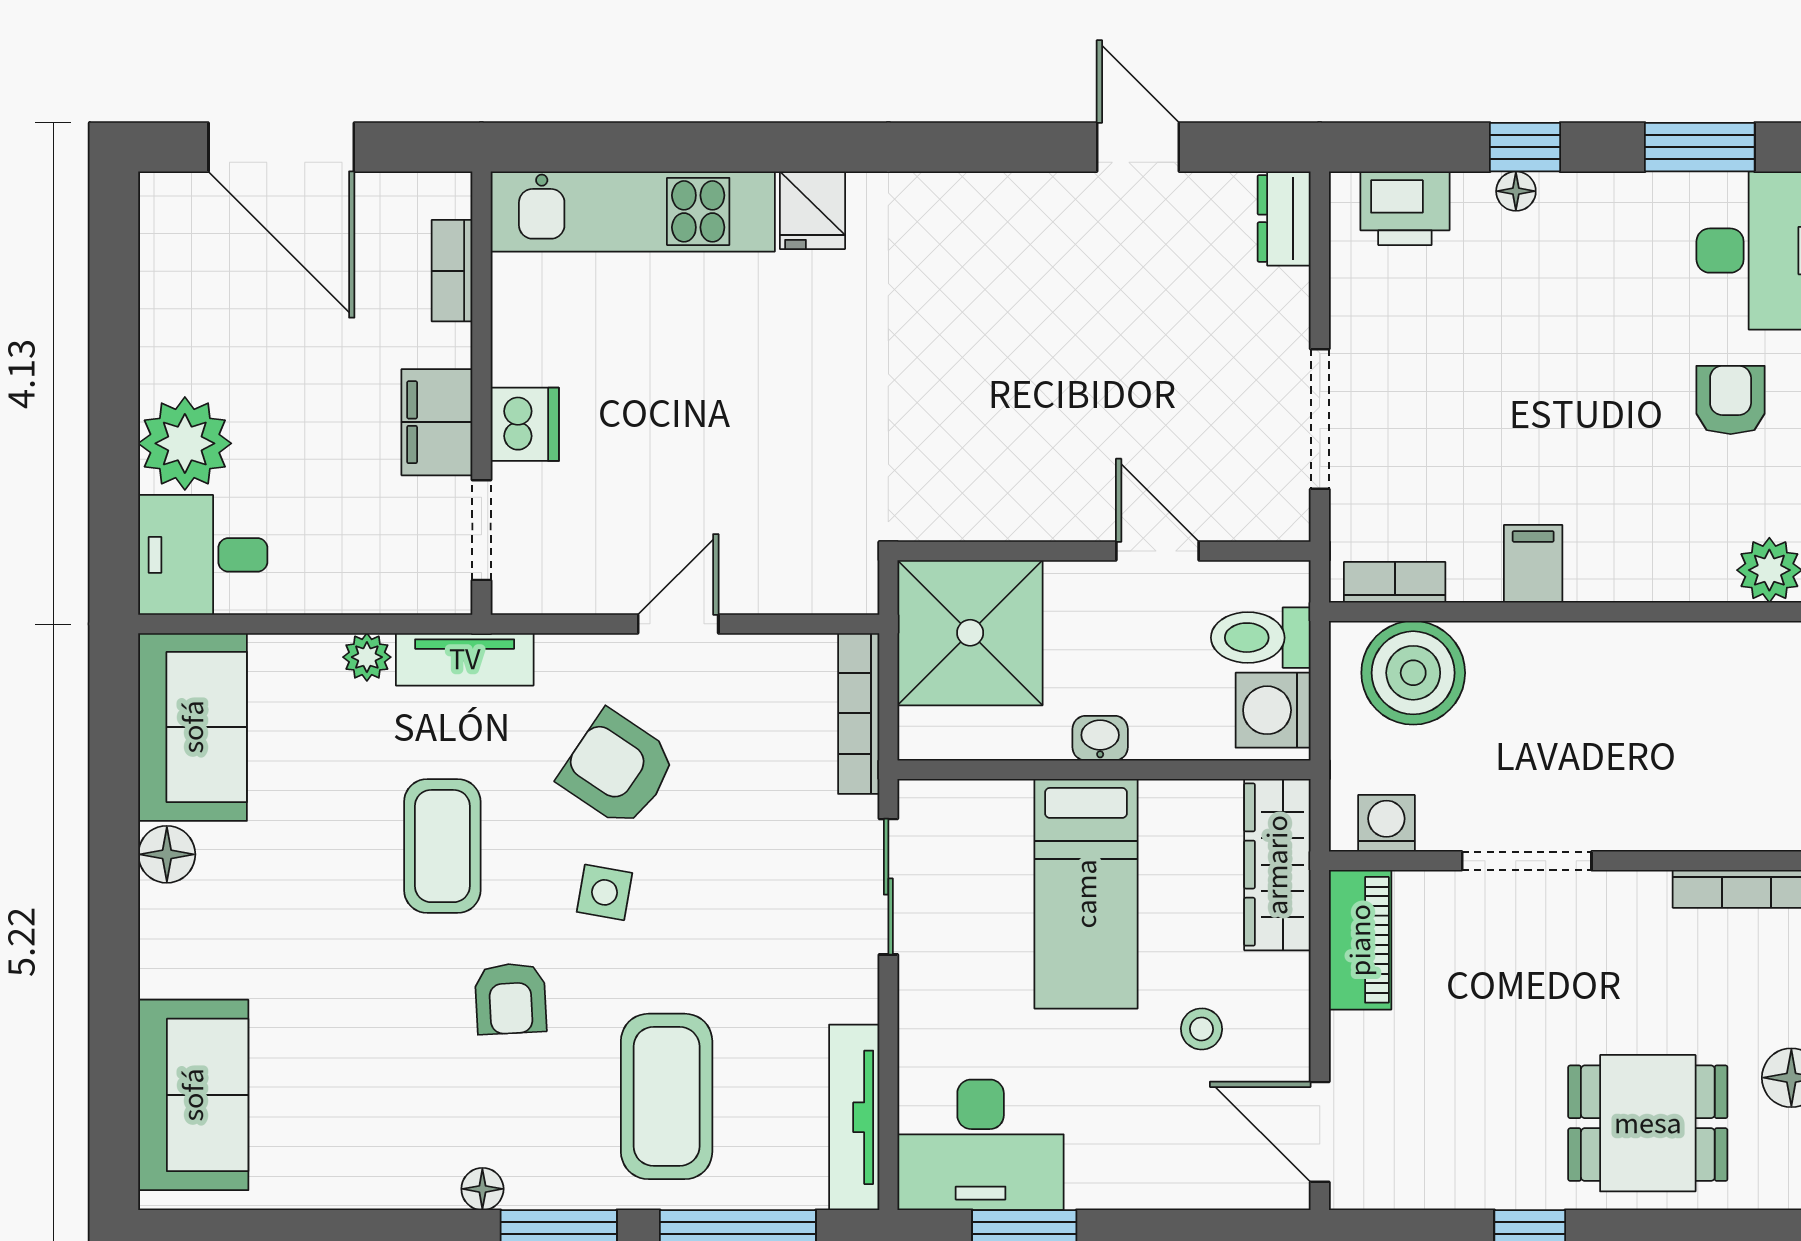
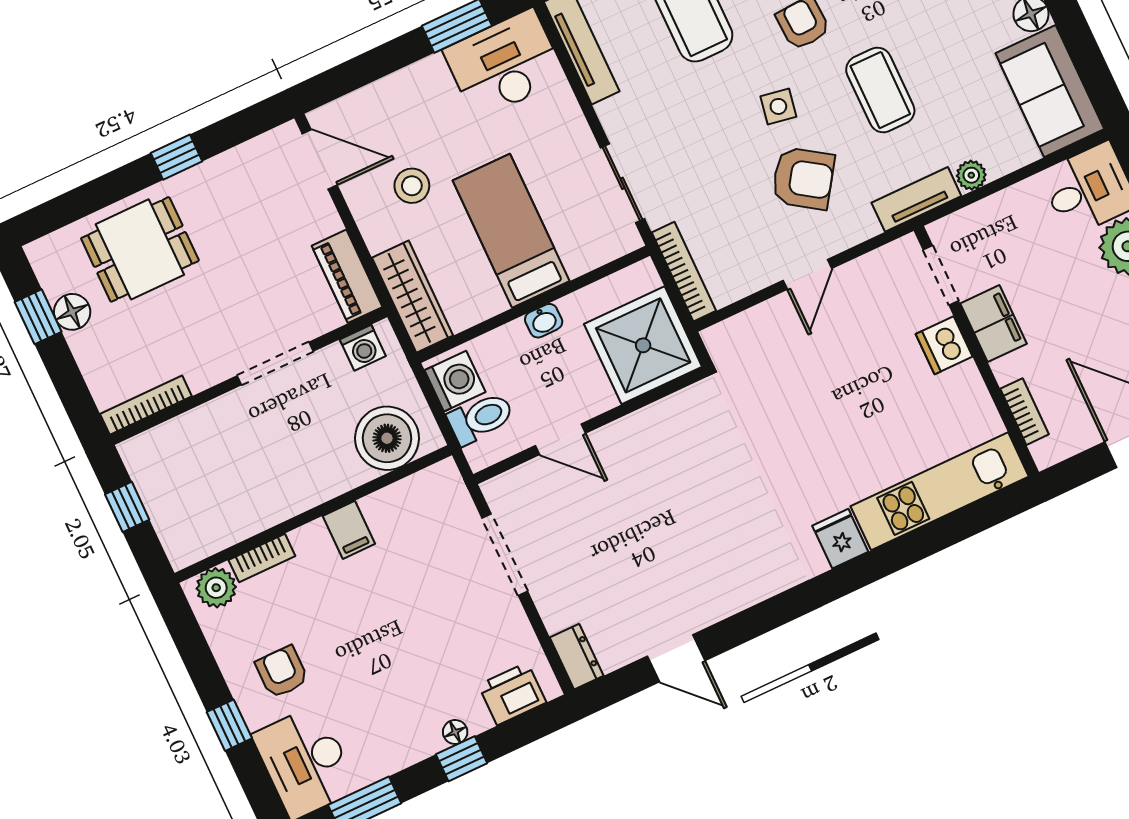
armchair: (1731, 400) -> (282, 672), turned 180
bookcase: (1395, 582) -> (262, 558), moved
stool: (1202, 1029) -> (412, 186), width x1.37, depth x1.37

